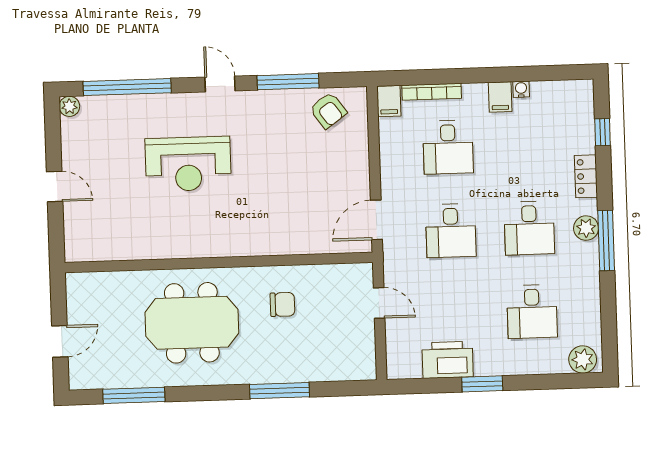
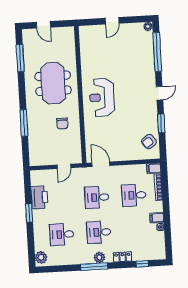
window: (288, 82) -> (161, 123), width x0.69
reception desk: (188, 164) -> (102, 97), moved

